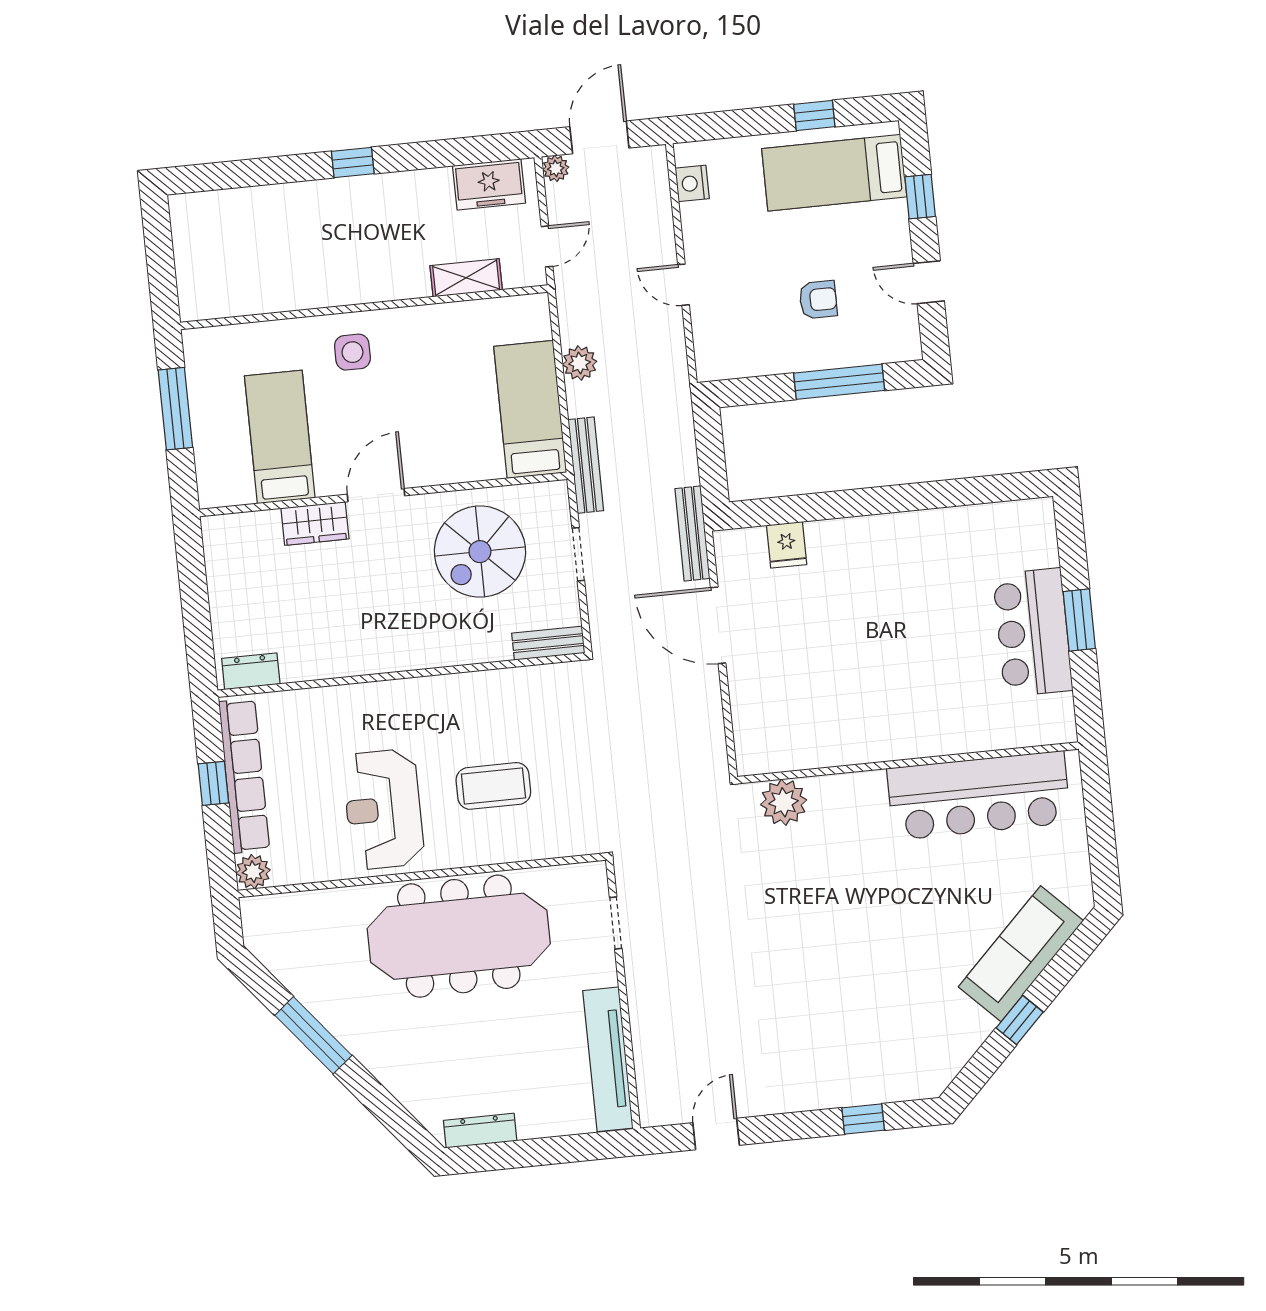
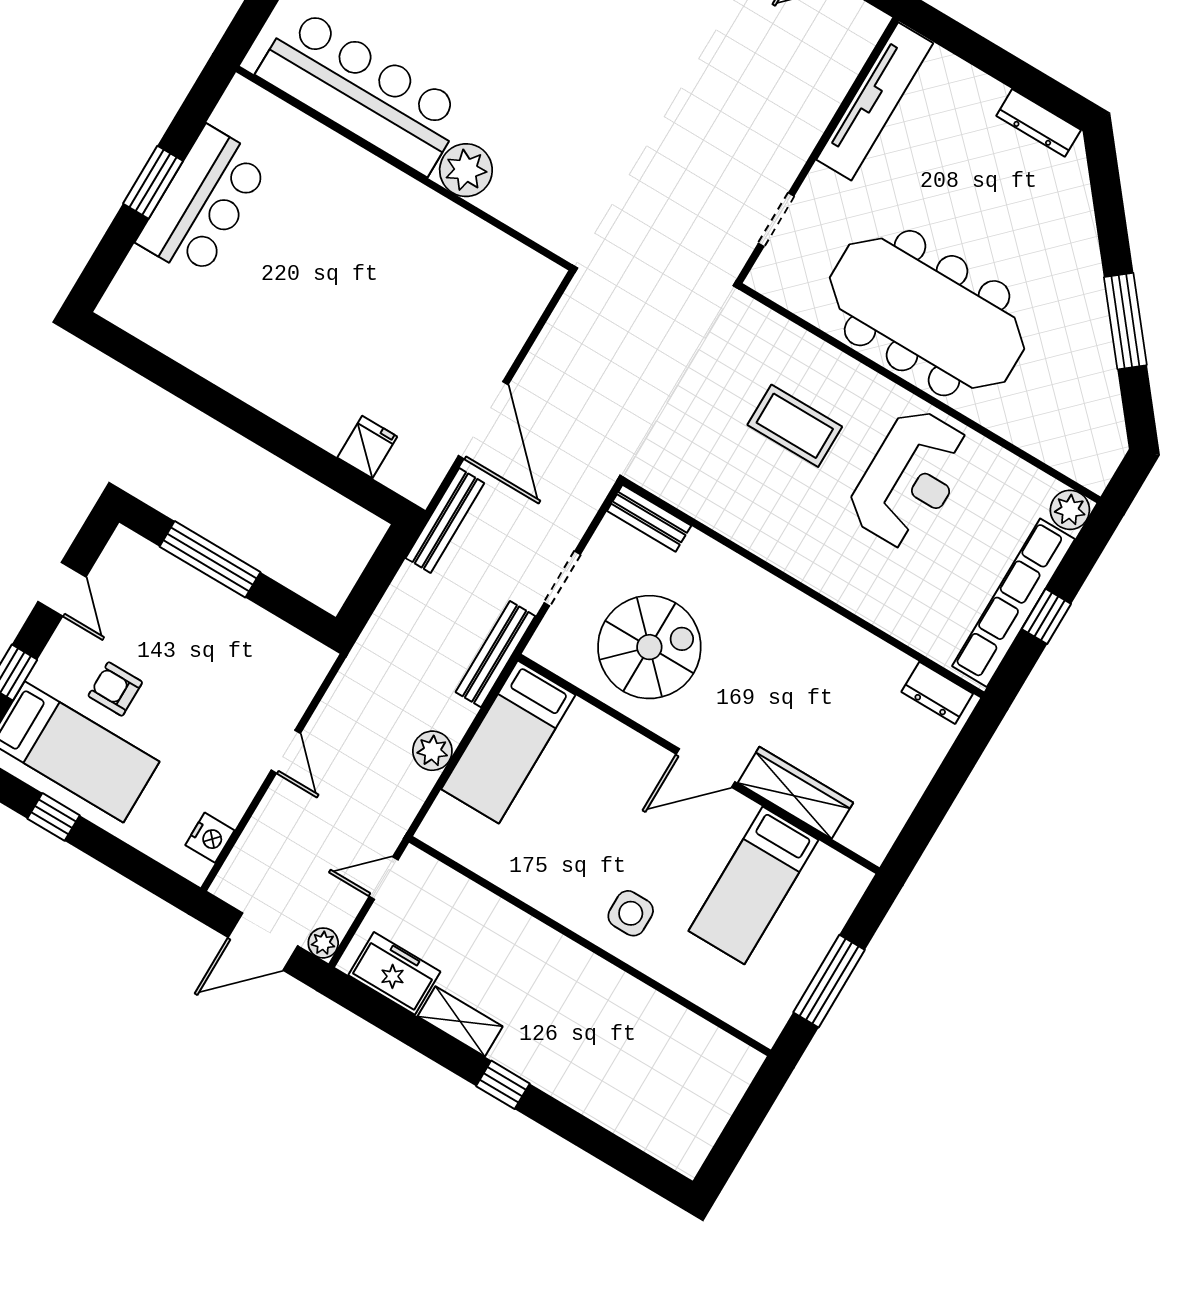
shelving: (466, 278) -> (460, 1021), moved
armchair: (818, 300) -> (115, 689), moved
wardrobe: (315, 523) -> (796, 793), width x1.50
plant: (784, 802) -> (466, 170), moved

